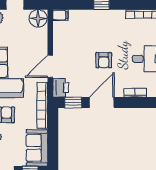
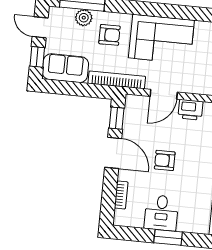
door: (50, 66) -> (164, 94), swing flipped
printer: (61, 88) -> (190, 110), moved

